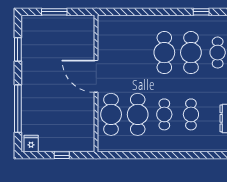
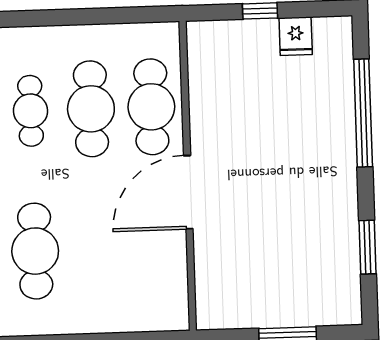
door: (96, 76) -> (188, 192), swing flipped
fridge: (31, 143) -> (296, 36), moved

